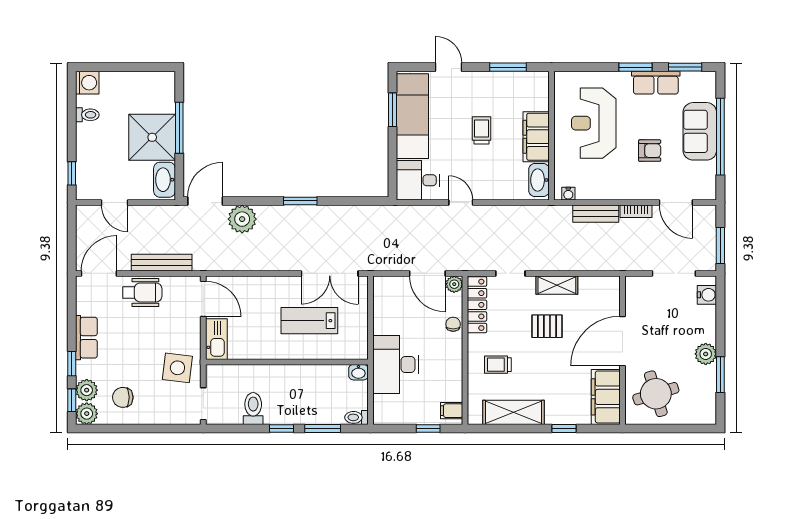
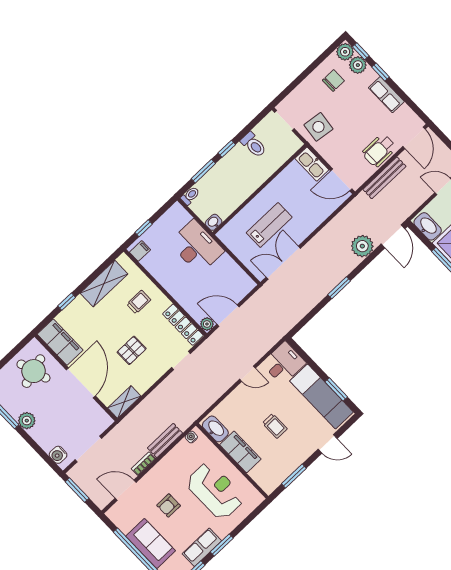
shelving: (557, 285) -> (124, 402), moved
chair: (453, 324) -> (186, 301), removed

